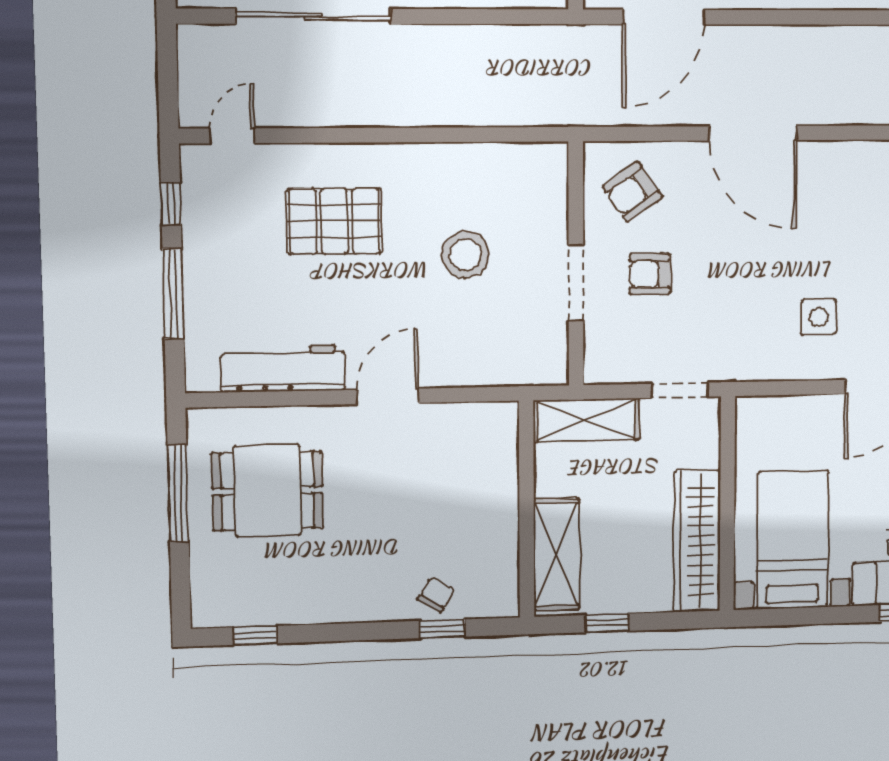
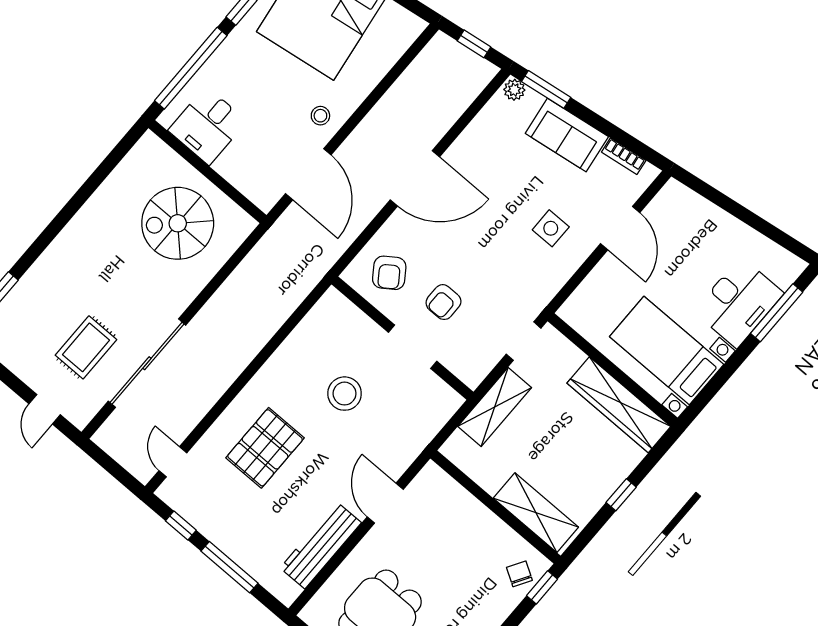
wall: (527, 510) -> (495, 507), moved
shelving: (557, 554) -> (536, 513), moved

